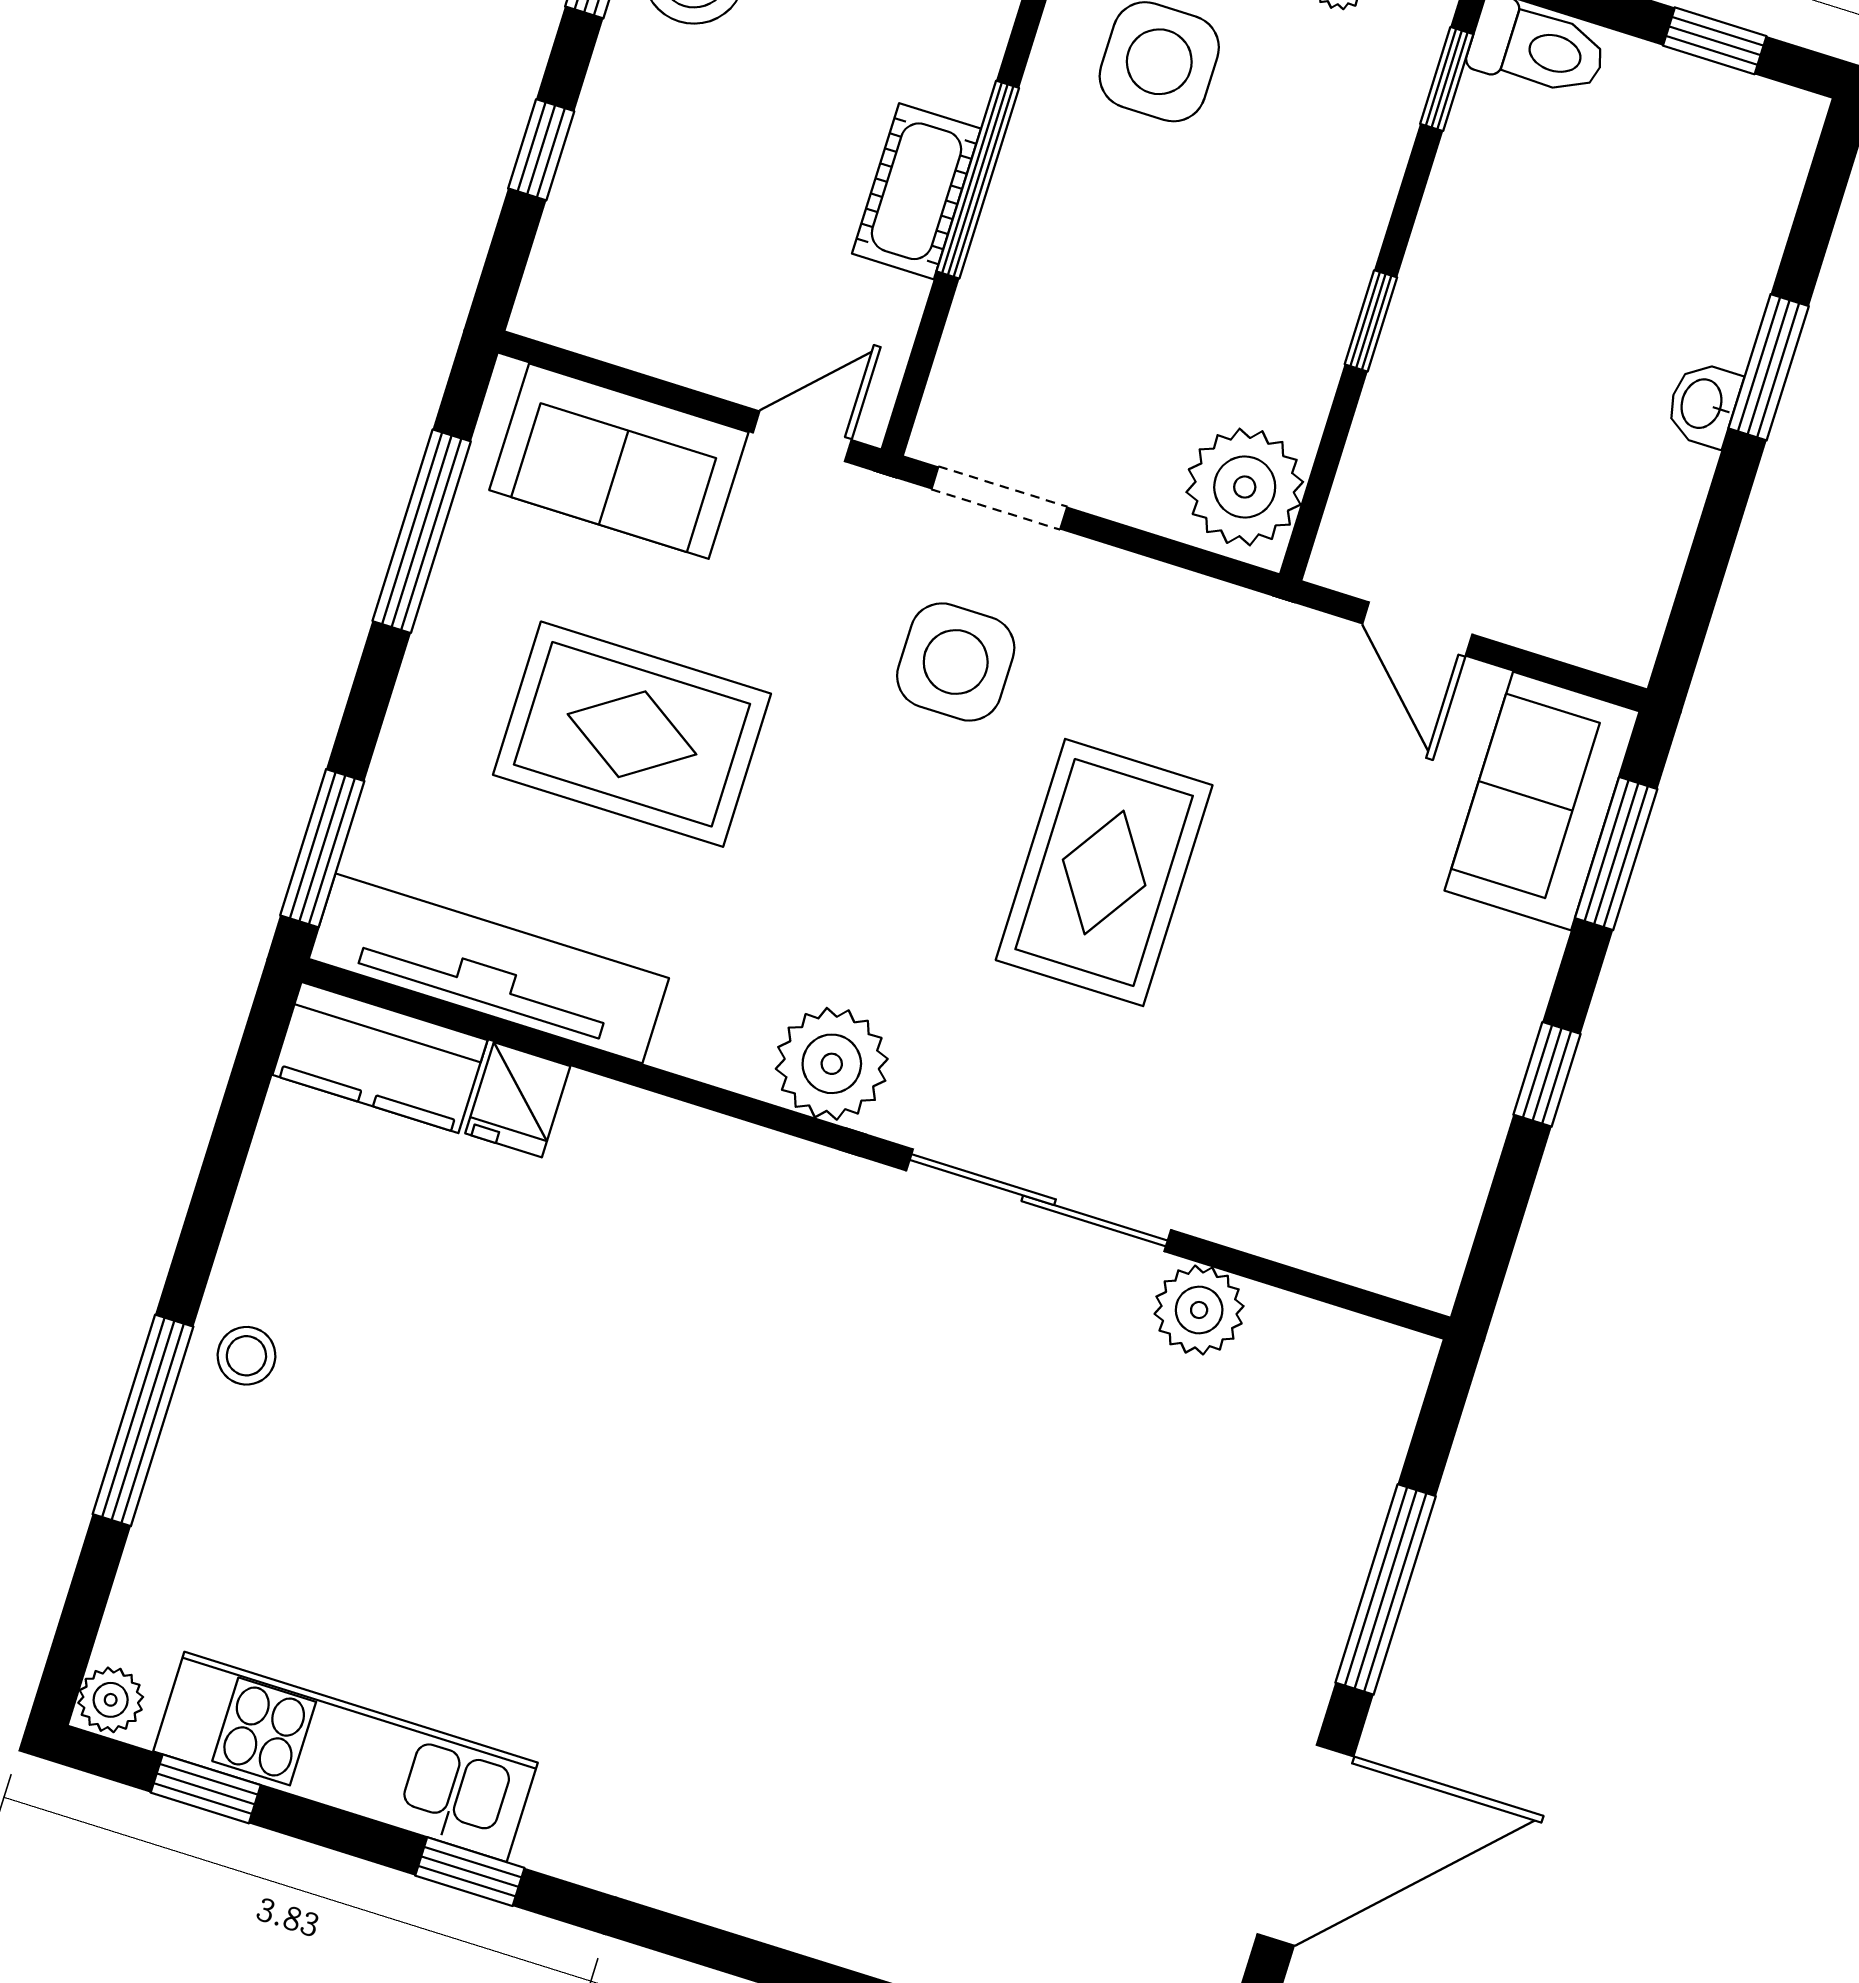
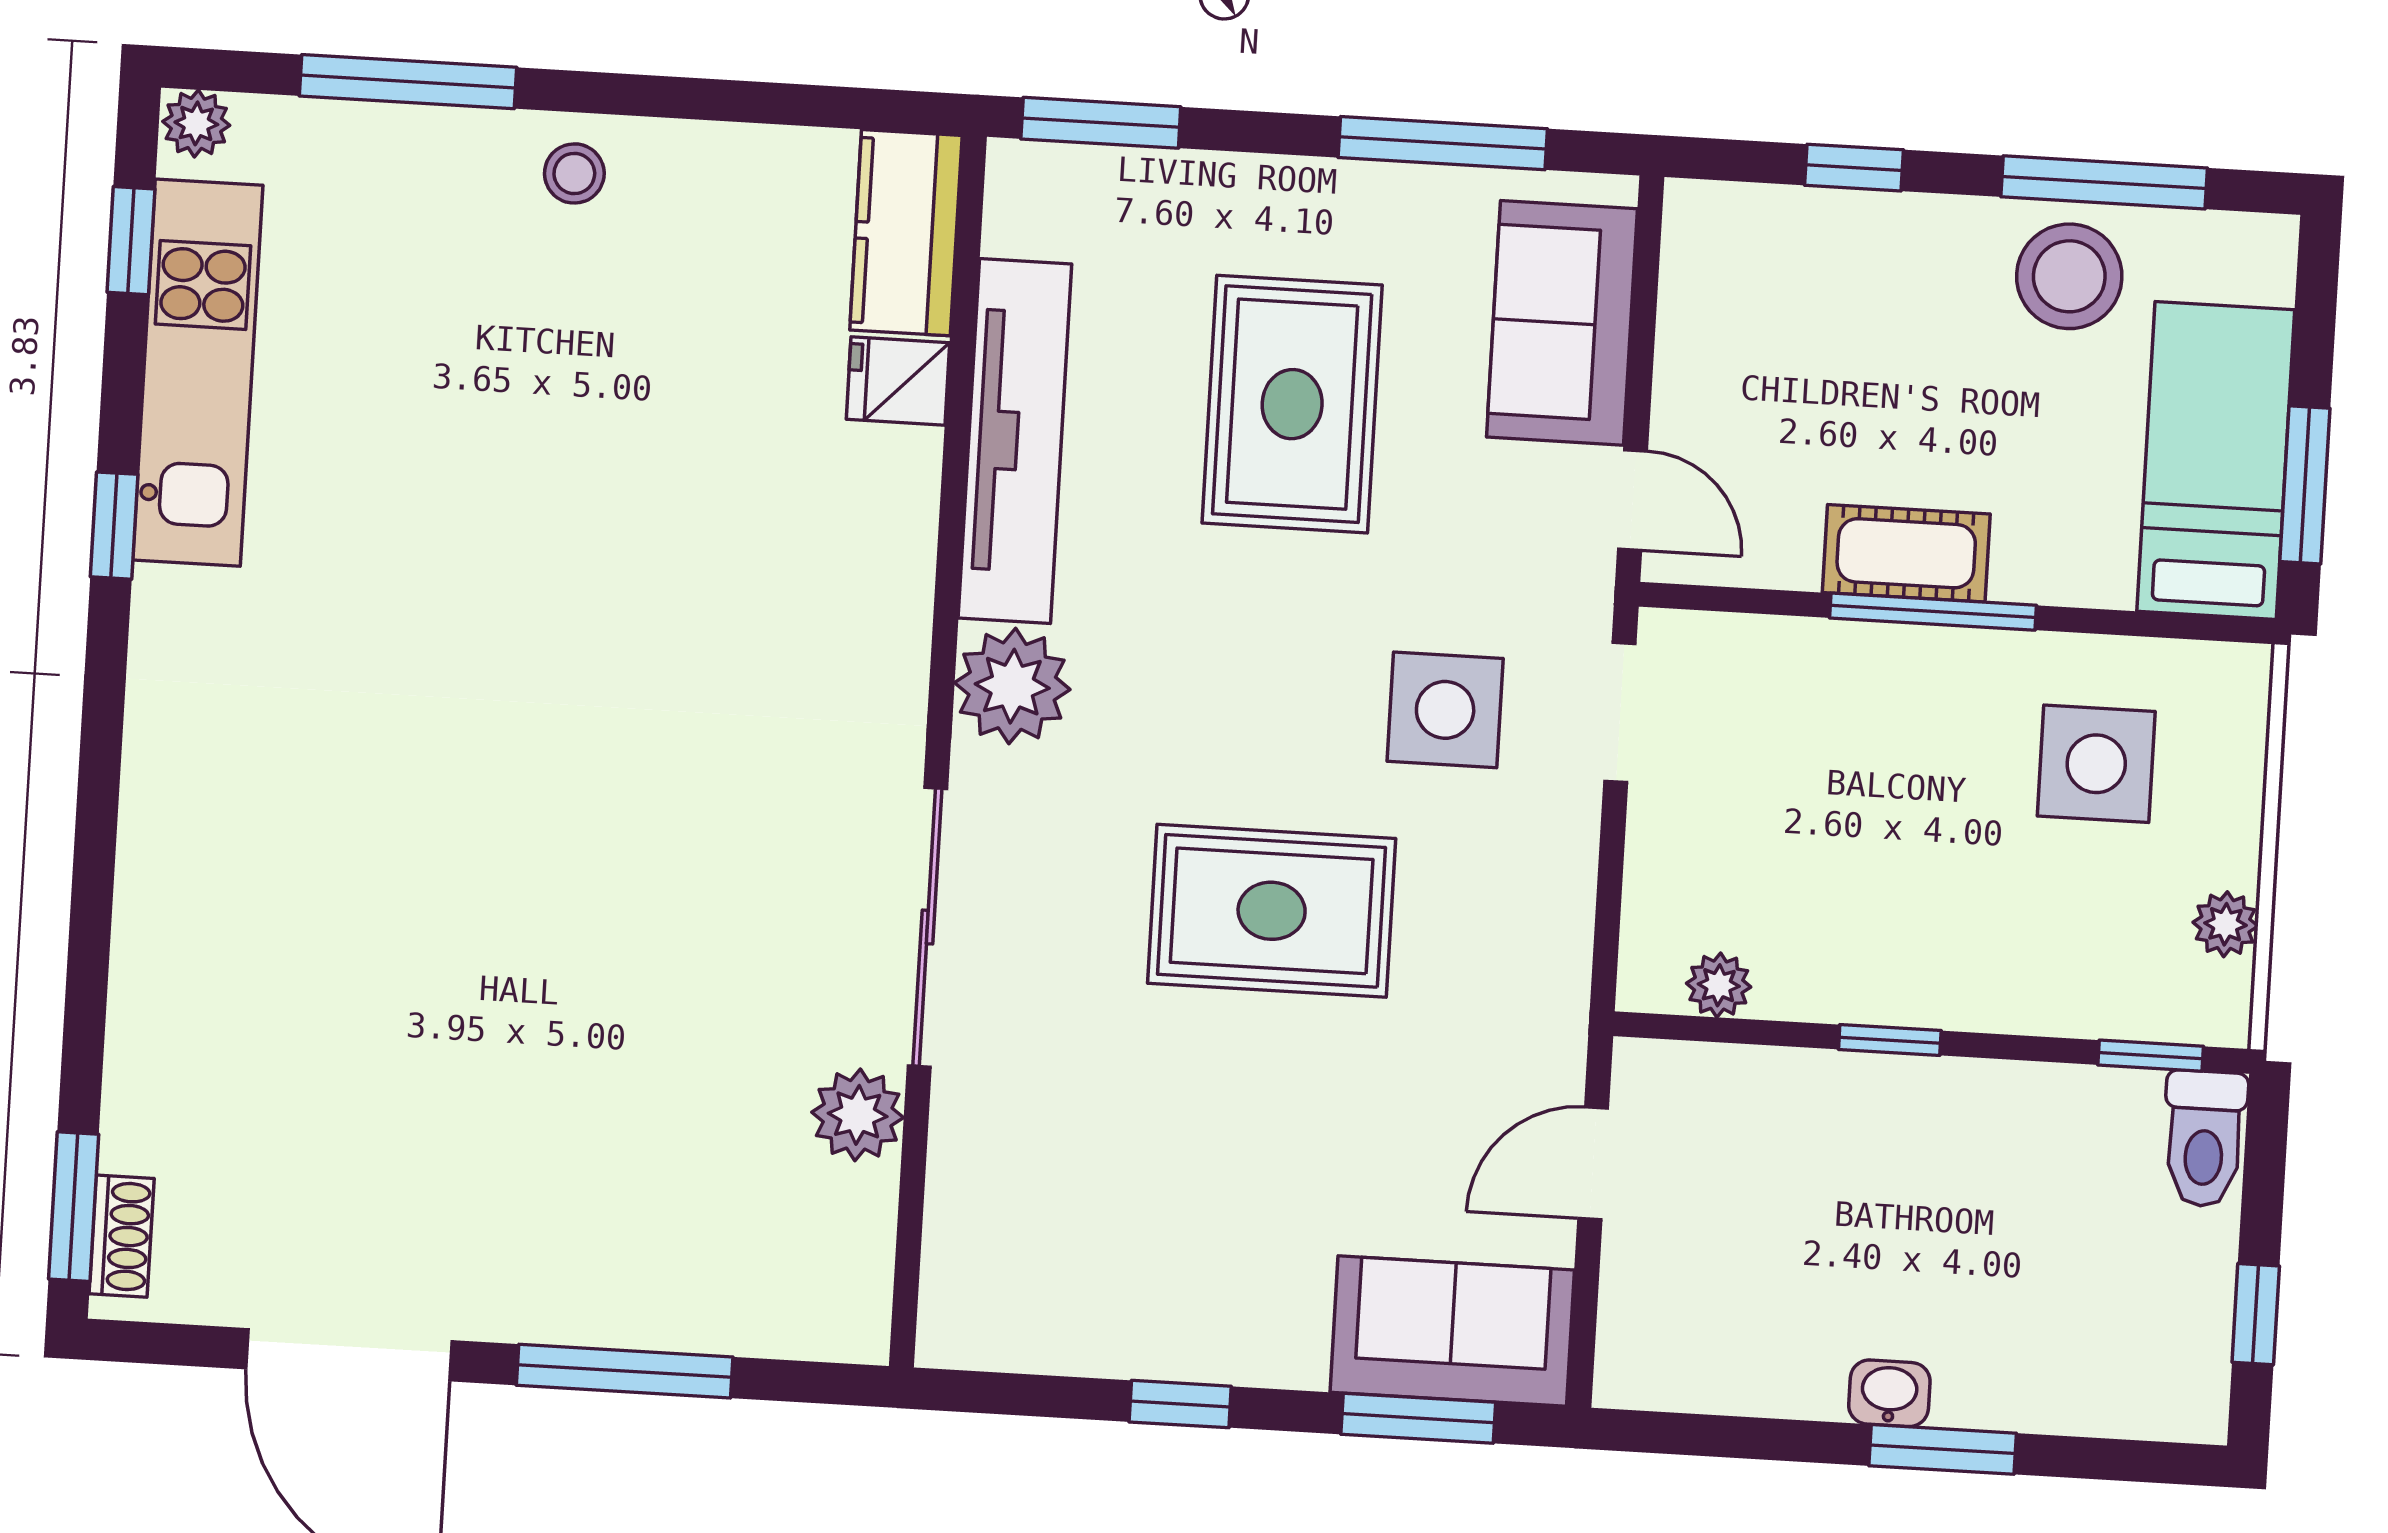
plant: (1245, 487) -> (1719, 985), width x0.53, depth x0.53
tv unit: (489, 968) -> (1015, 441), moved
window: (143, 1420) -> (408, 82), moved

